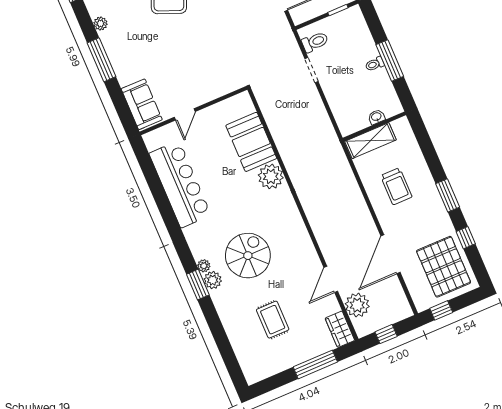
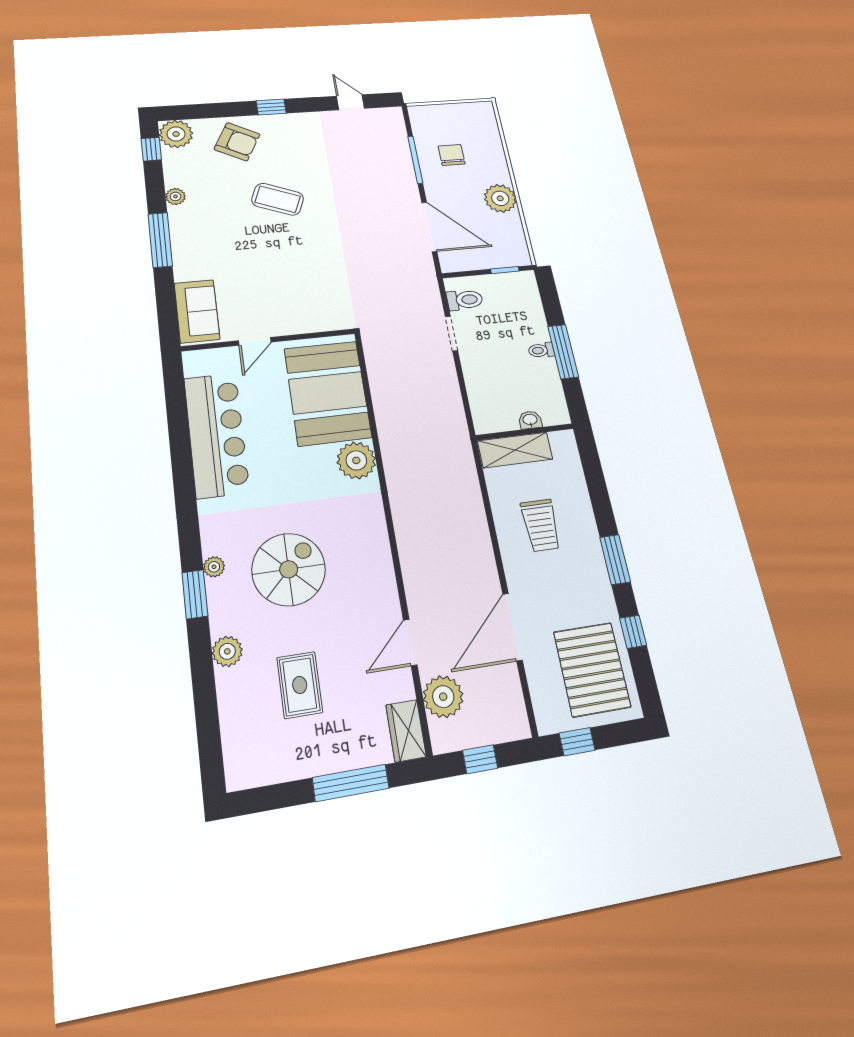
booth: (251, 142) -> (328, 393), width x1.36, depth x1.42
plant: (213, 280) -> (227, 651), moved

